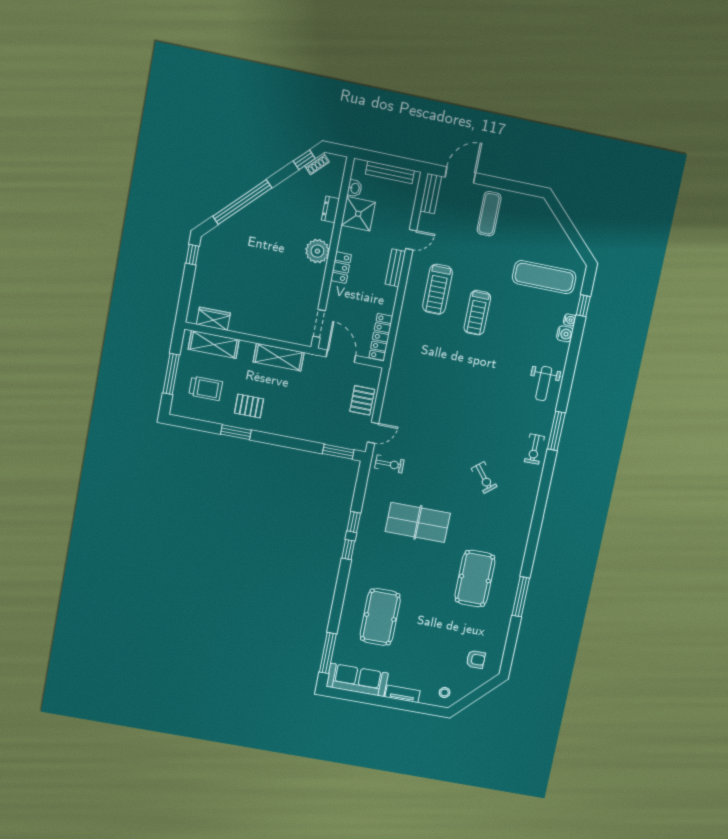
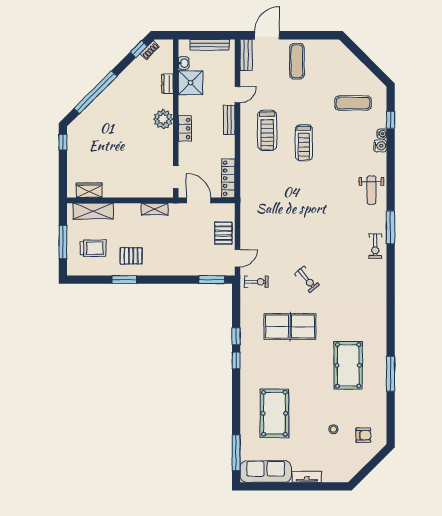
exercise mat: (544, 277) -> (353, 103), width x0.73, depth x0.69
shelving: (279, 357) -> (155, 209), width x0.67, depth x0.75
exercise bike: (484, 478) -> (307, 279), moved
stool: (445, 693) -> (333, 429), moved

